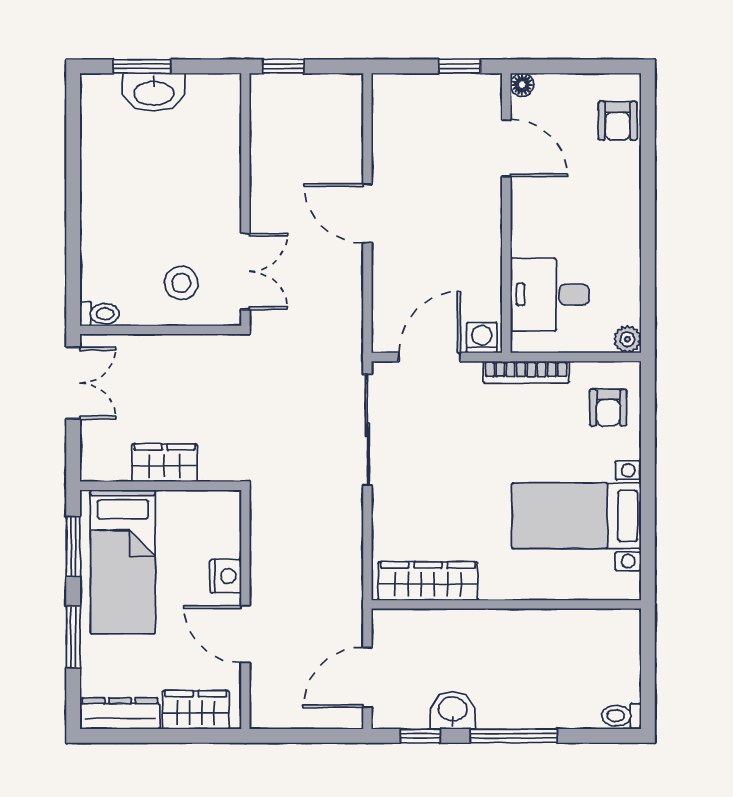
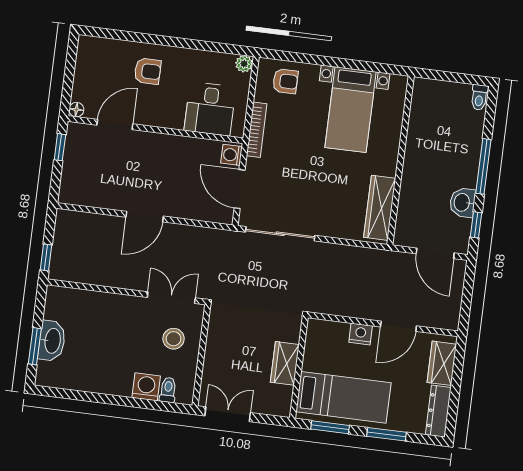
armchair: (618, 121) -> (148, 71), moved
washing machine: (100, 250) -> (146, 387), added
toilet: (100, 314) -> (168, 390), moved

